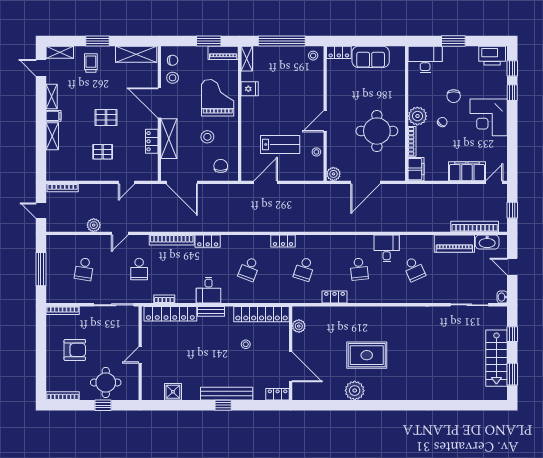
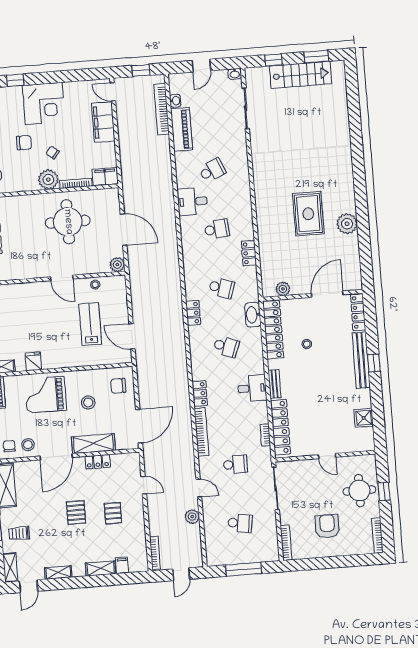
filing cabinet: (54, 116) -> (122, 565), moved
washbasin: (487, 242) -> (175, 101), width x0.52, depth x0.69
washbasin: (277, 296) -> (253, 315), added
locker: (278, 394) -> (358, 312), width x1.53

